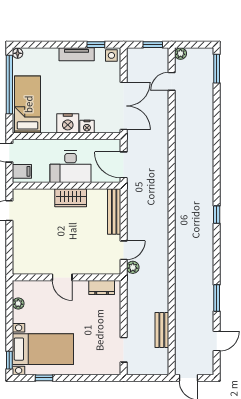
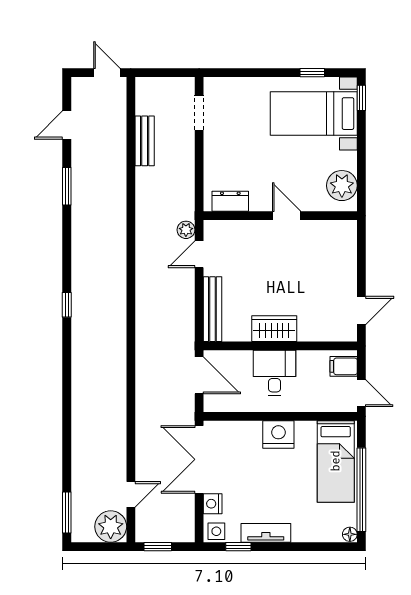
plant: (181, 54) -> (111, 527), width x1.88, depth x1.88
nightstand: (87, 127) -> (213, 504), moved, turned -90
desk: (71, 167) -> (274, 373), width x0.73
plant: (18, 303) -> (342, 186), width x1.88, depth x1.88

